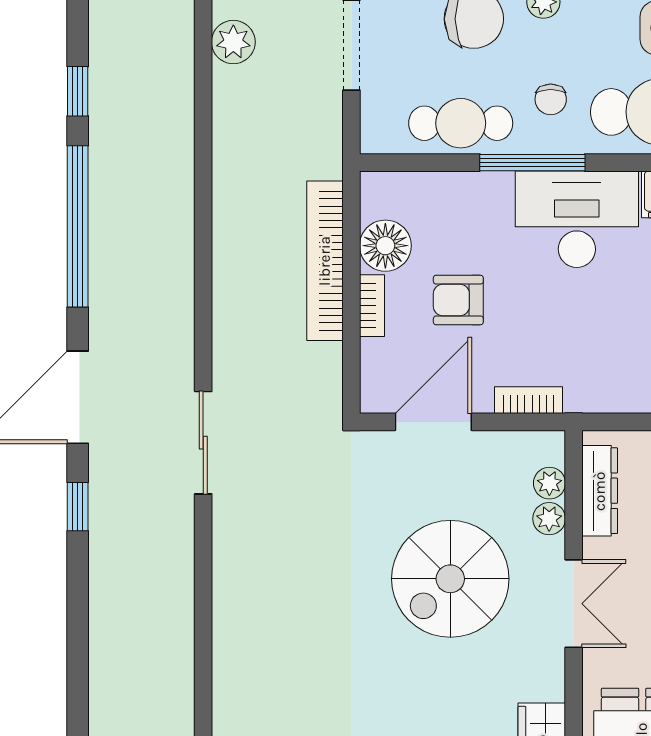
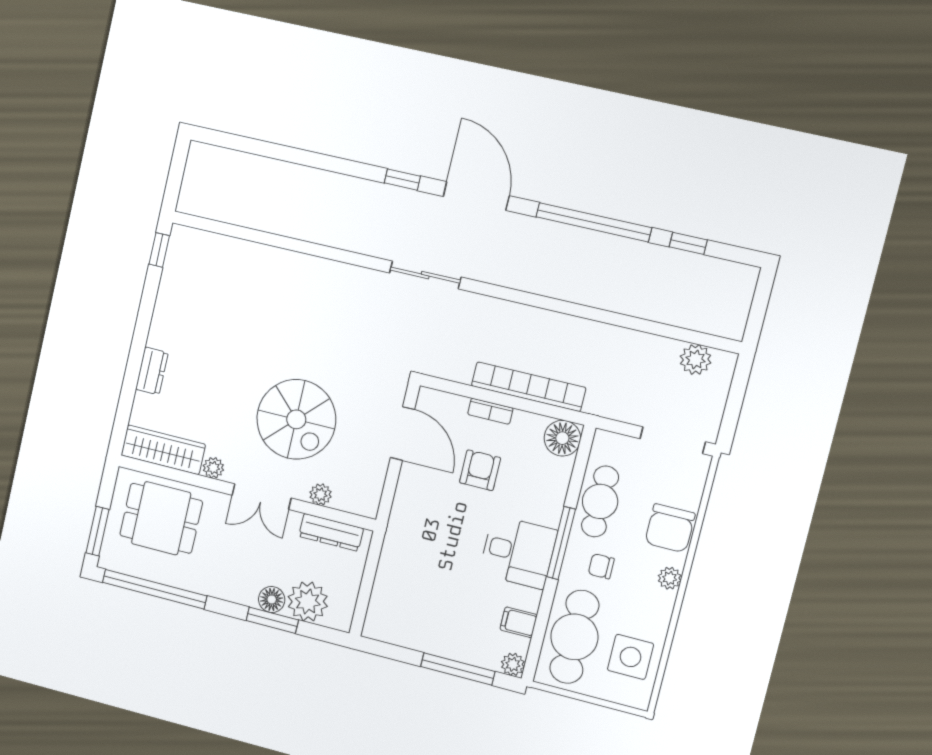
desk: (577, 219) -> (518, 552), width x0.73
floor lamp: (385, 246) -> (562, 438), moved
bookcase: (529, 400) -> (402, 500), removed
plant: (549, 483) -> (213, 468), moved
spiral stairs: (450, 579) -> (296, 419), turned 180

